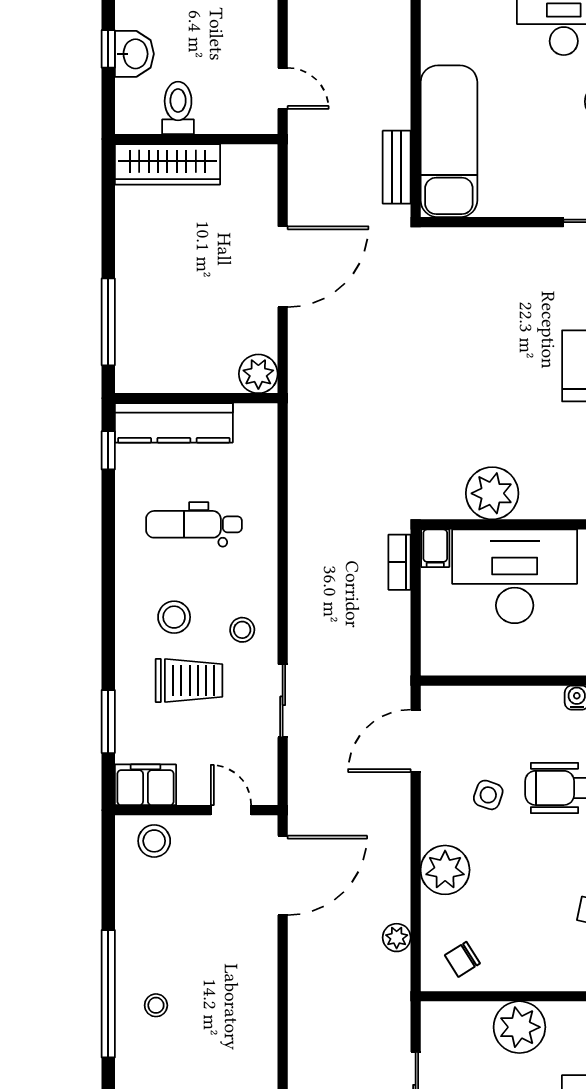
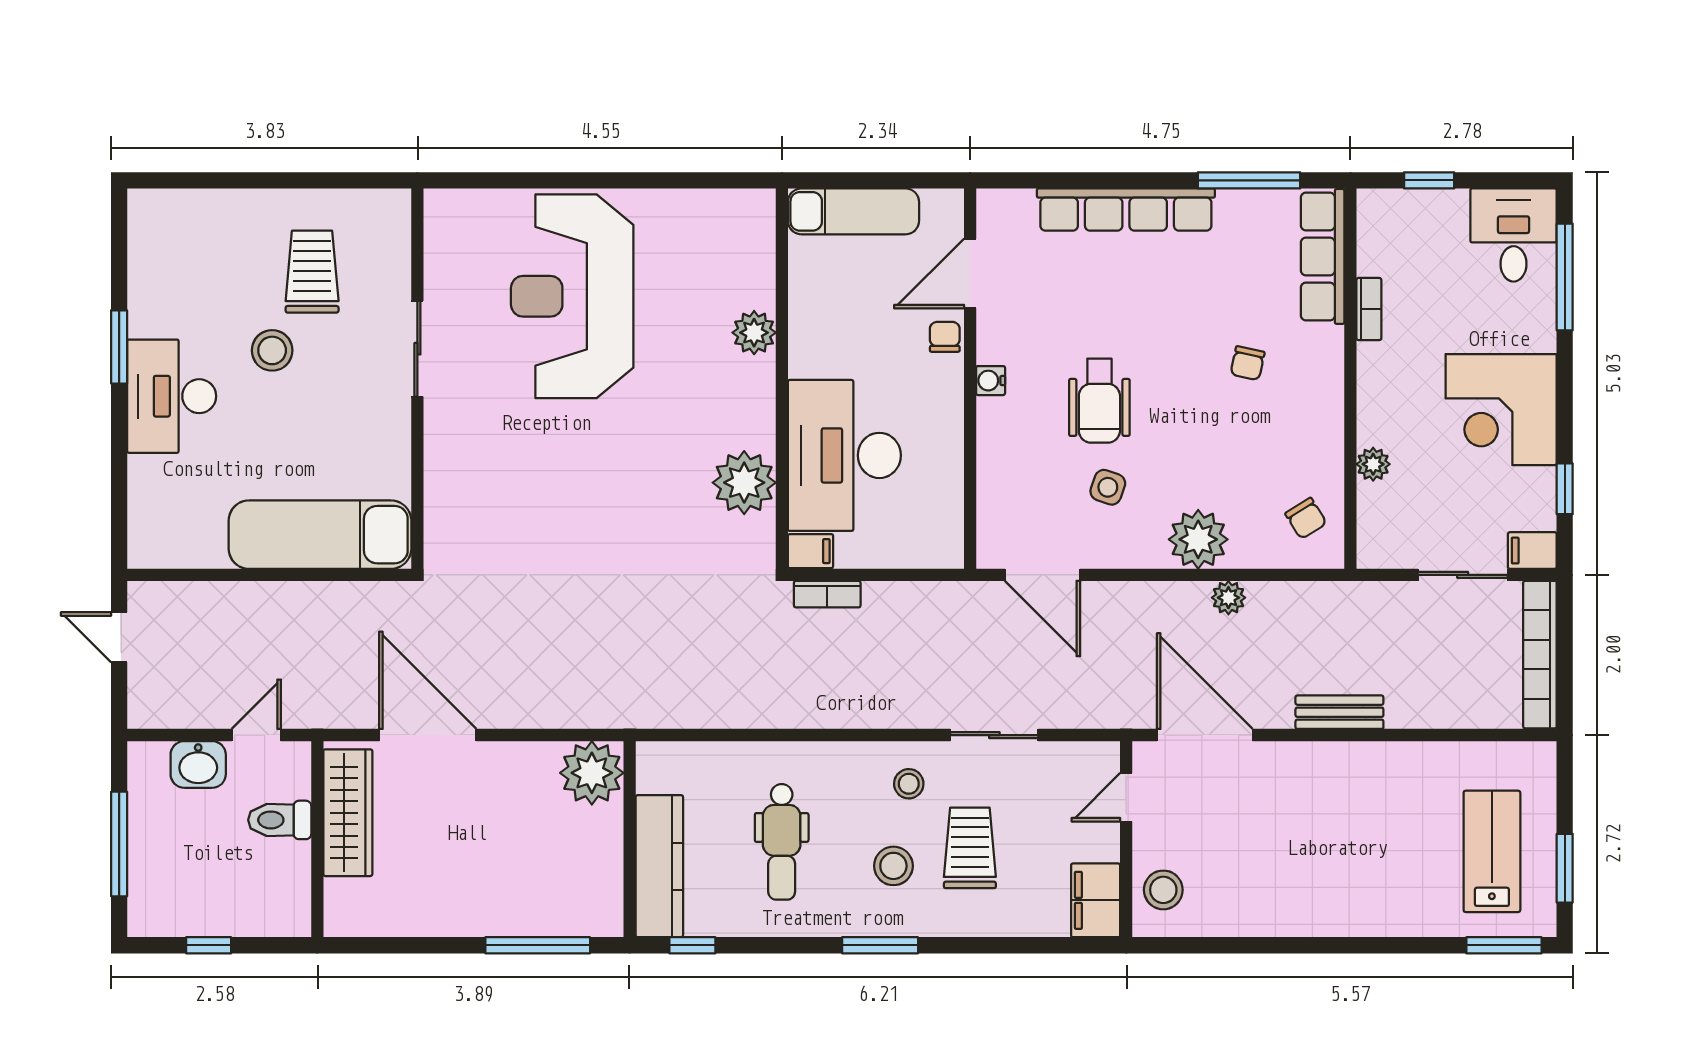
washbasin: (134, 54) -> (198, 764), moved, turned 180
toilet: (178, 108) -> (280, 820), moved
wardrobe: (167, 164) -> (348, 813), moved
bench: (397, 167) -> (1339, 712), moved
door: (283, 267) -> (428, 735), moved
plant: (258, 374) -> (592, 773), width x1.36, depth x1.36
window: (108, 722) -> (880, 945), moved
plant: (397, 938) -> (1228, 598), moved
window: (108, 994) -> (1347, 945), removed
stool: (156, 1005) -> (1361, 888), removed
plant: (519, 1027) -> (1373, 464), width x0.53, depth x0.53

